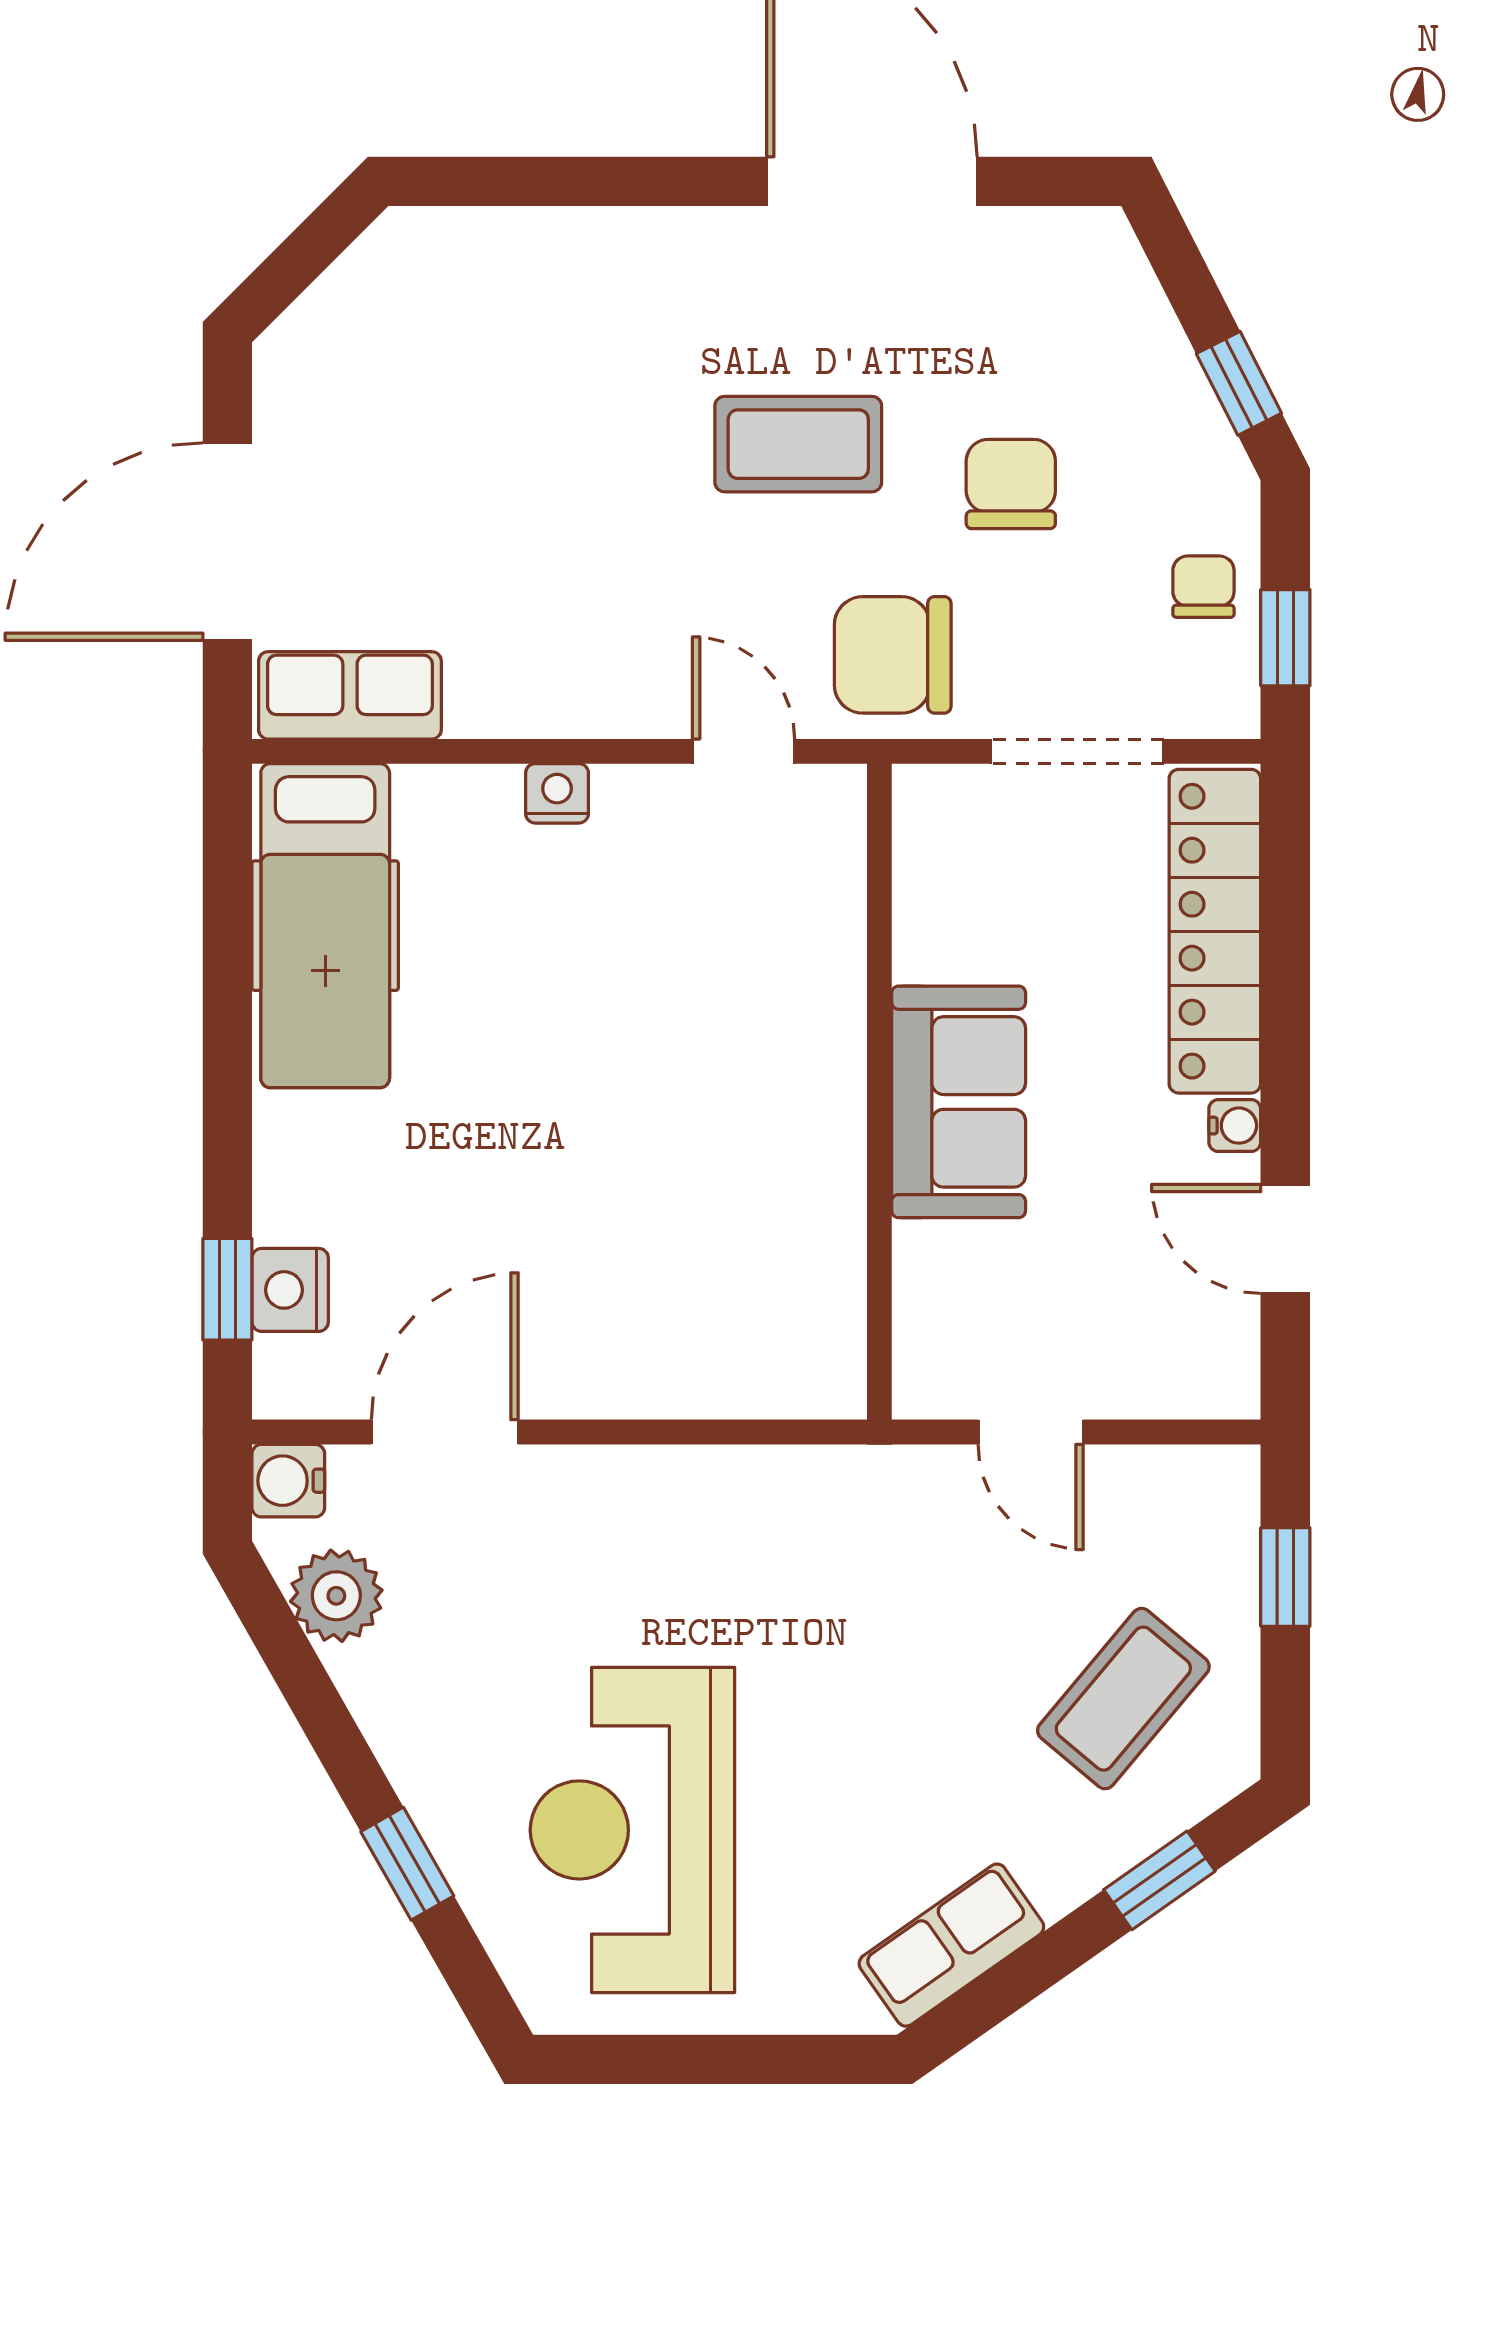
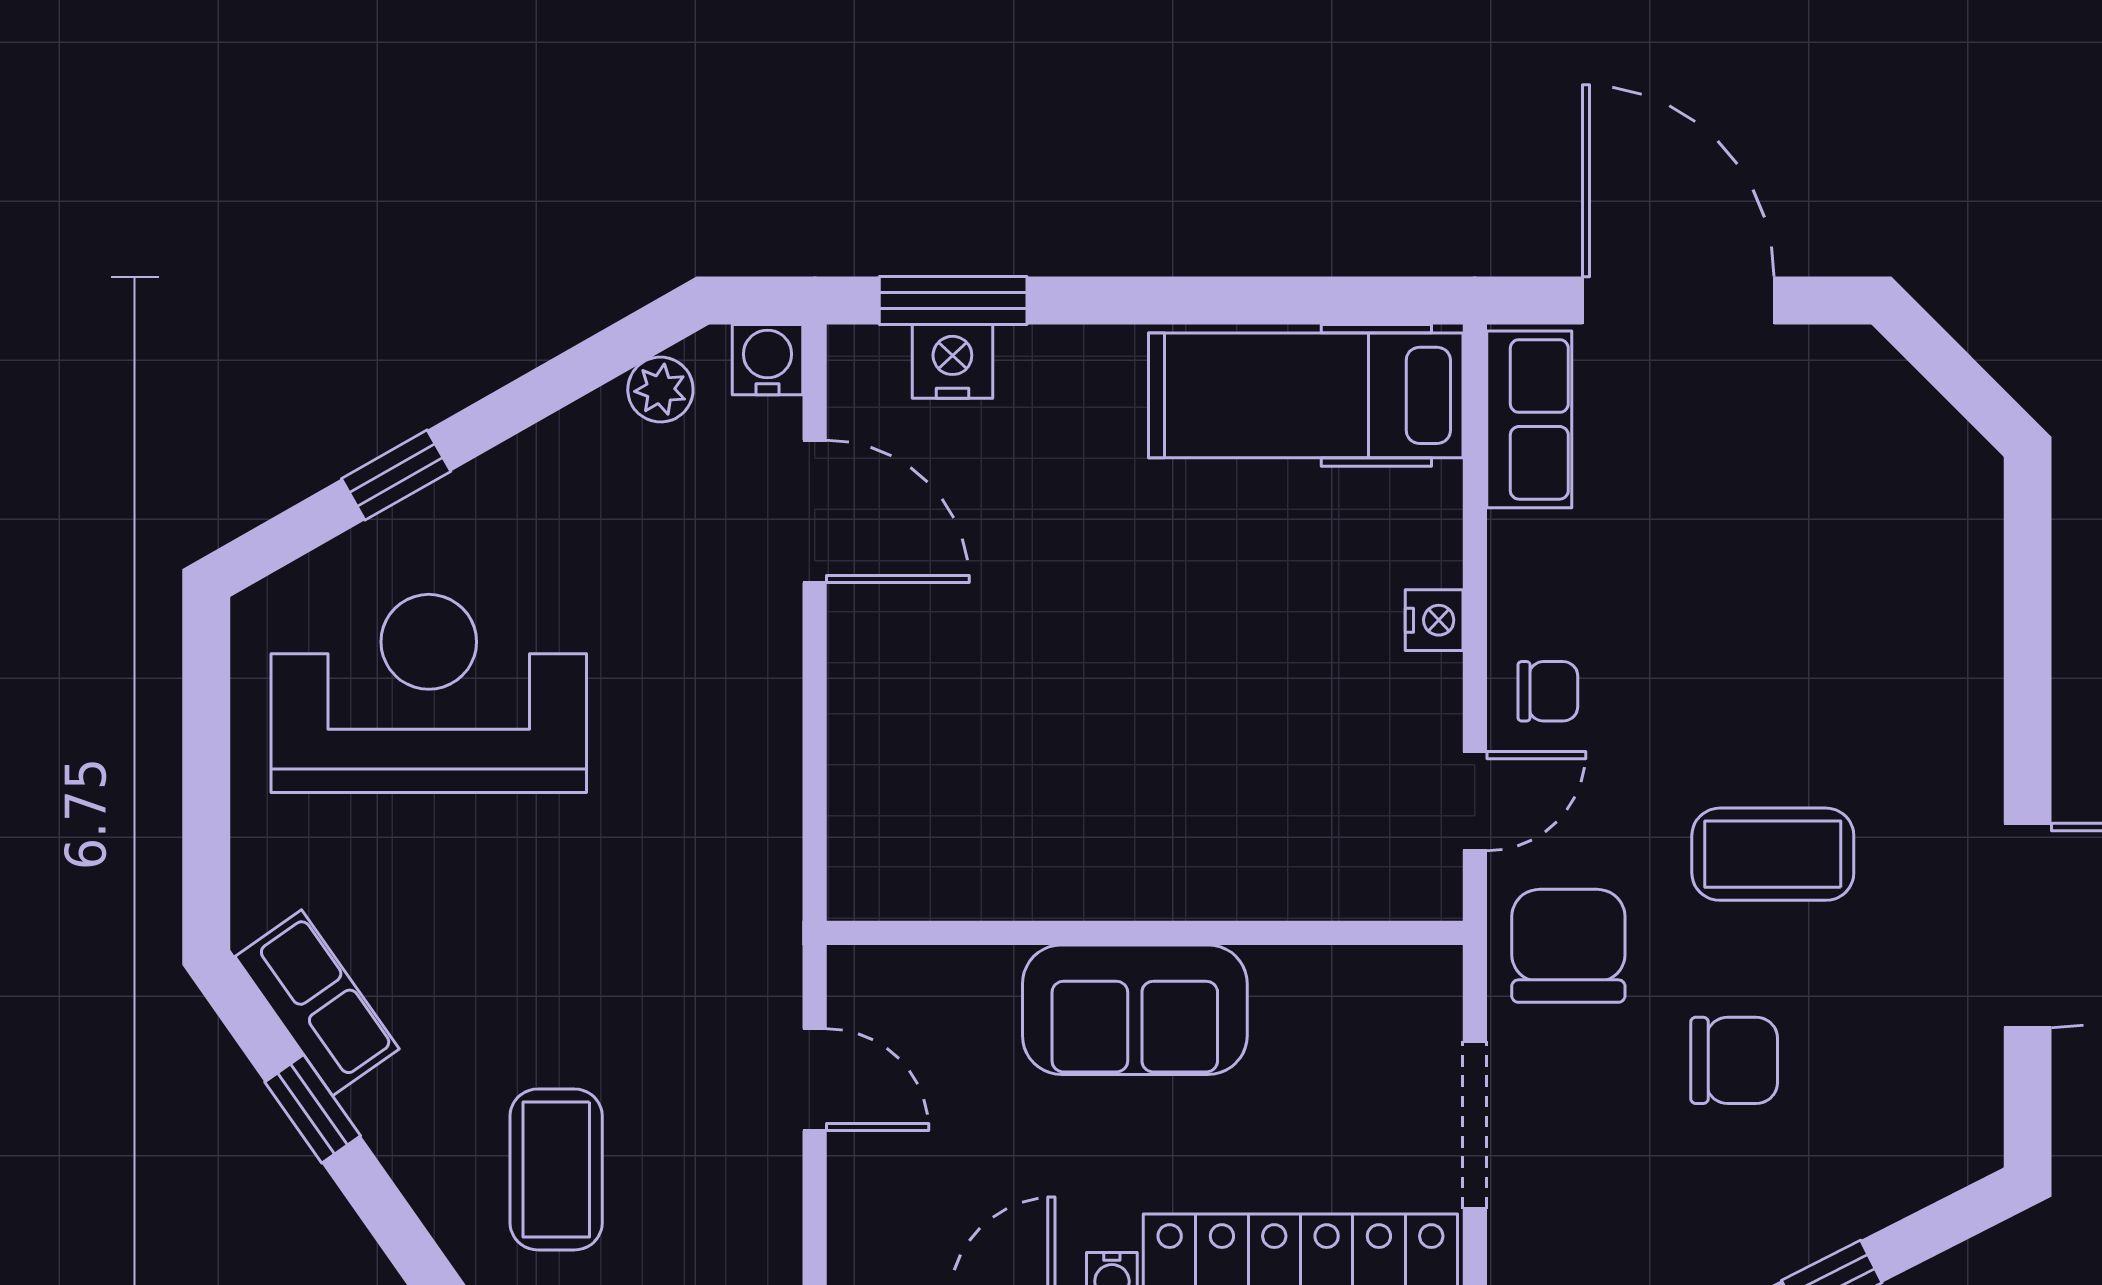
coffee table: (798, 444) -> (1773, 854), turned 90
chair: (1203, 587) -> (1548, 691), moved
window: (227, 1289) -> (953, 301), width x1.50
door: (1031, 1432) -> (815, 1080), swing flipped
plant: (336, 1596) -> (660, 390), width x0.73, depth x0.73
coffee table: (1123, 1699) -> (556, 1169), turned 50
window: (1159, 1880) -> (313, 1109), moved

